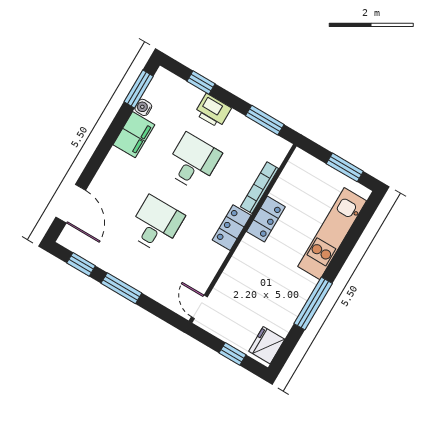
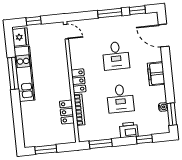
filing cabinet: (134, 135) -> (156, 74), moved
locker: (266, 219) -> (67, 112), moved
kitchen unit: (332, 234) -> (24, 74), moved

